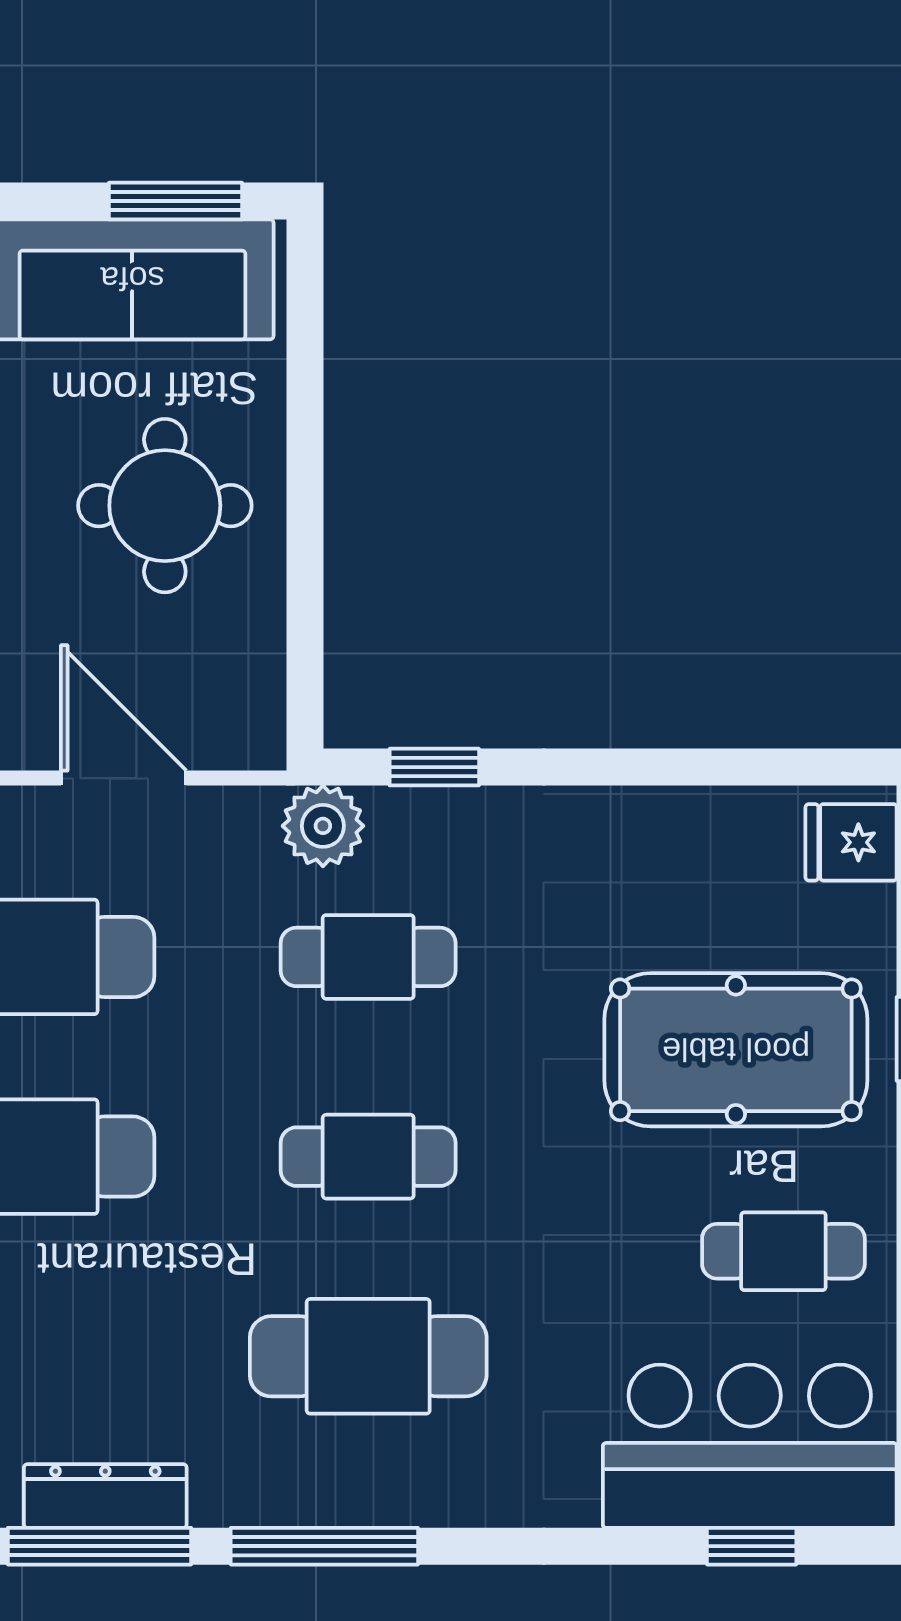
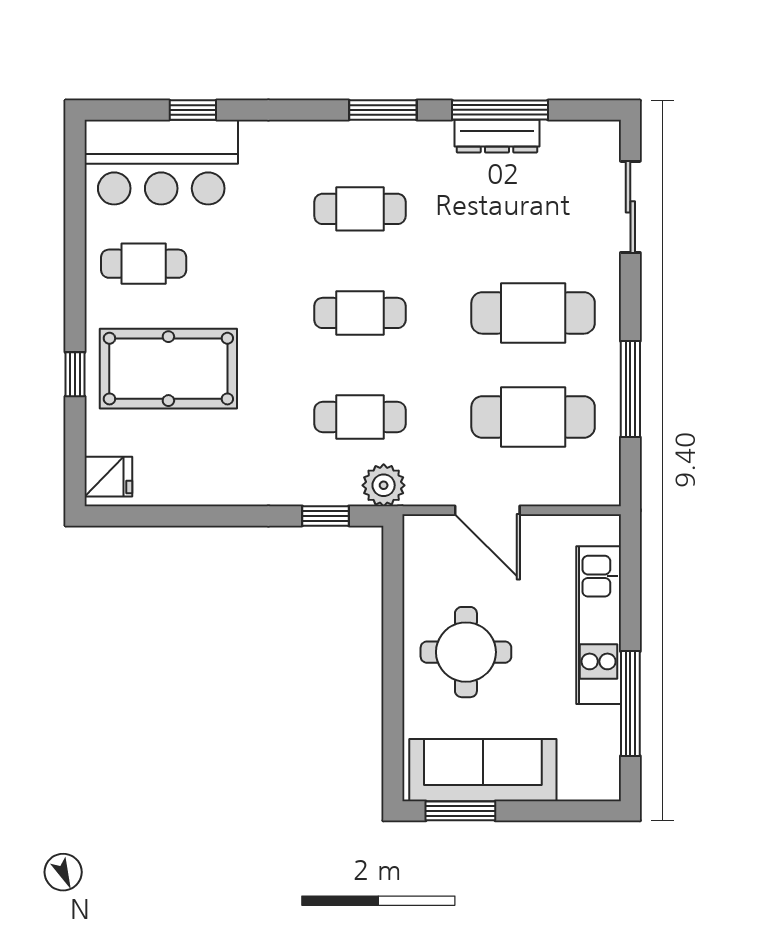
cafe table: (368, 1356) -> (360, 209), width x0.73, depth x0.74
window: (324, 1546) -> (383, 110), width x0.69
window: (752, 1546) -> (193, 110), moved

